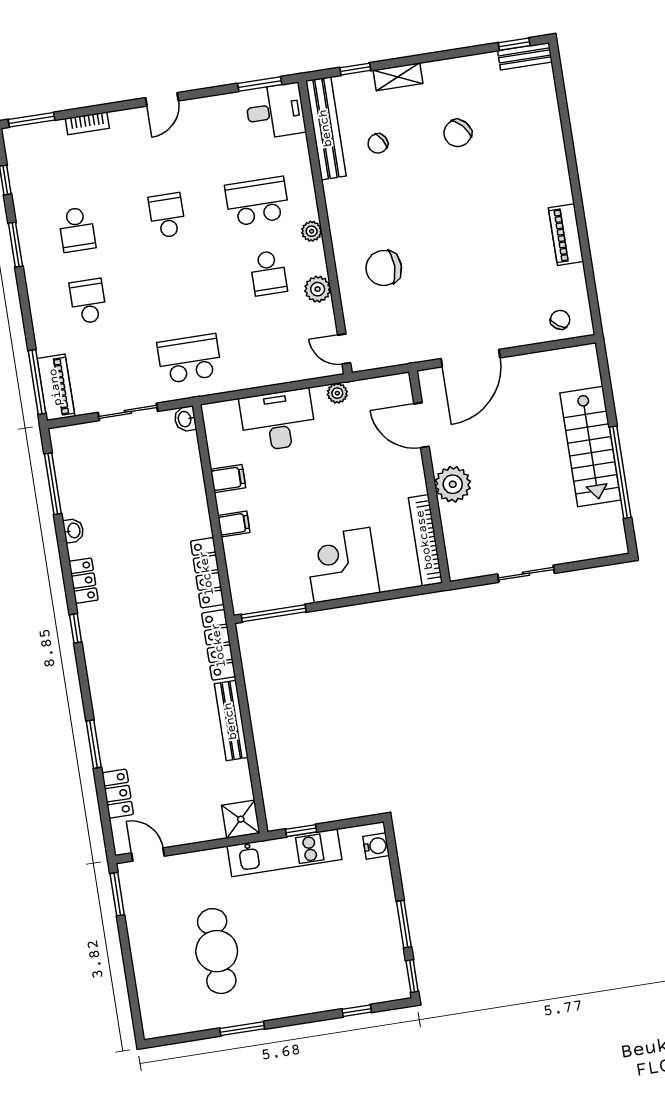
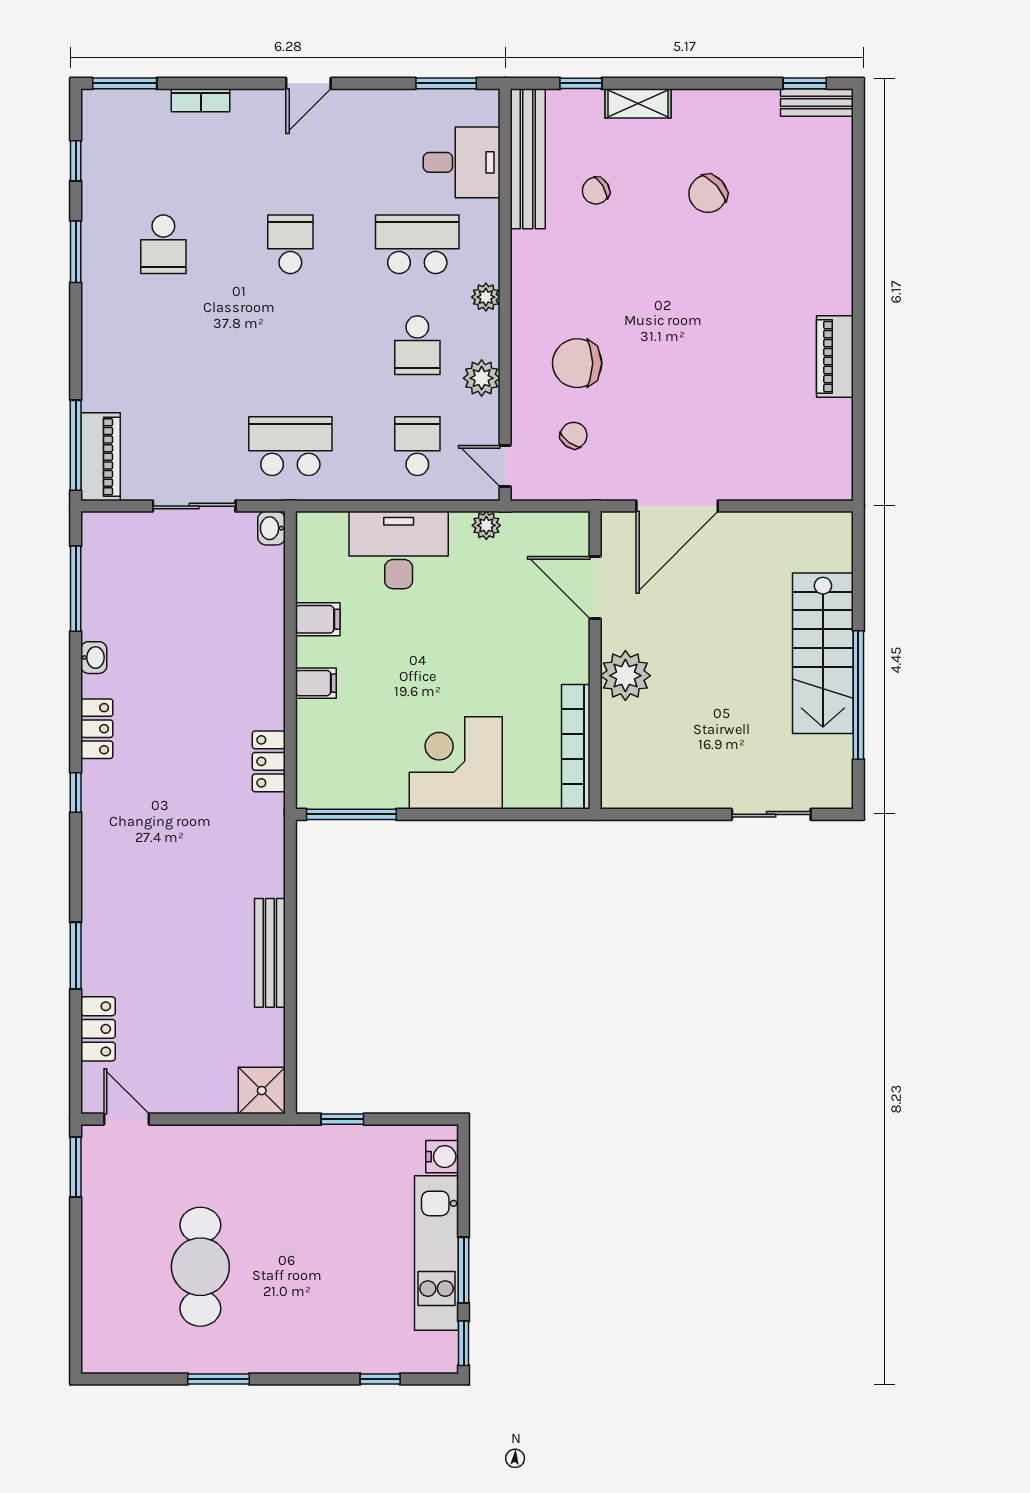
desk: (275, 111) -> (462, 162), moved
school desk: (88, 301) -> (417, 446), moved
chair: (560, 320) -> (574, 435), moved
locker: (207, 573) -> (269, 761), width x0.66
sliding door: (526, 574) -> (771, 814), moved
locker: (219, 645) -> (269, 846), removed
kitchen unit: (284, 853) -> (437, 1253), moved, turned 90

